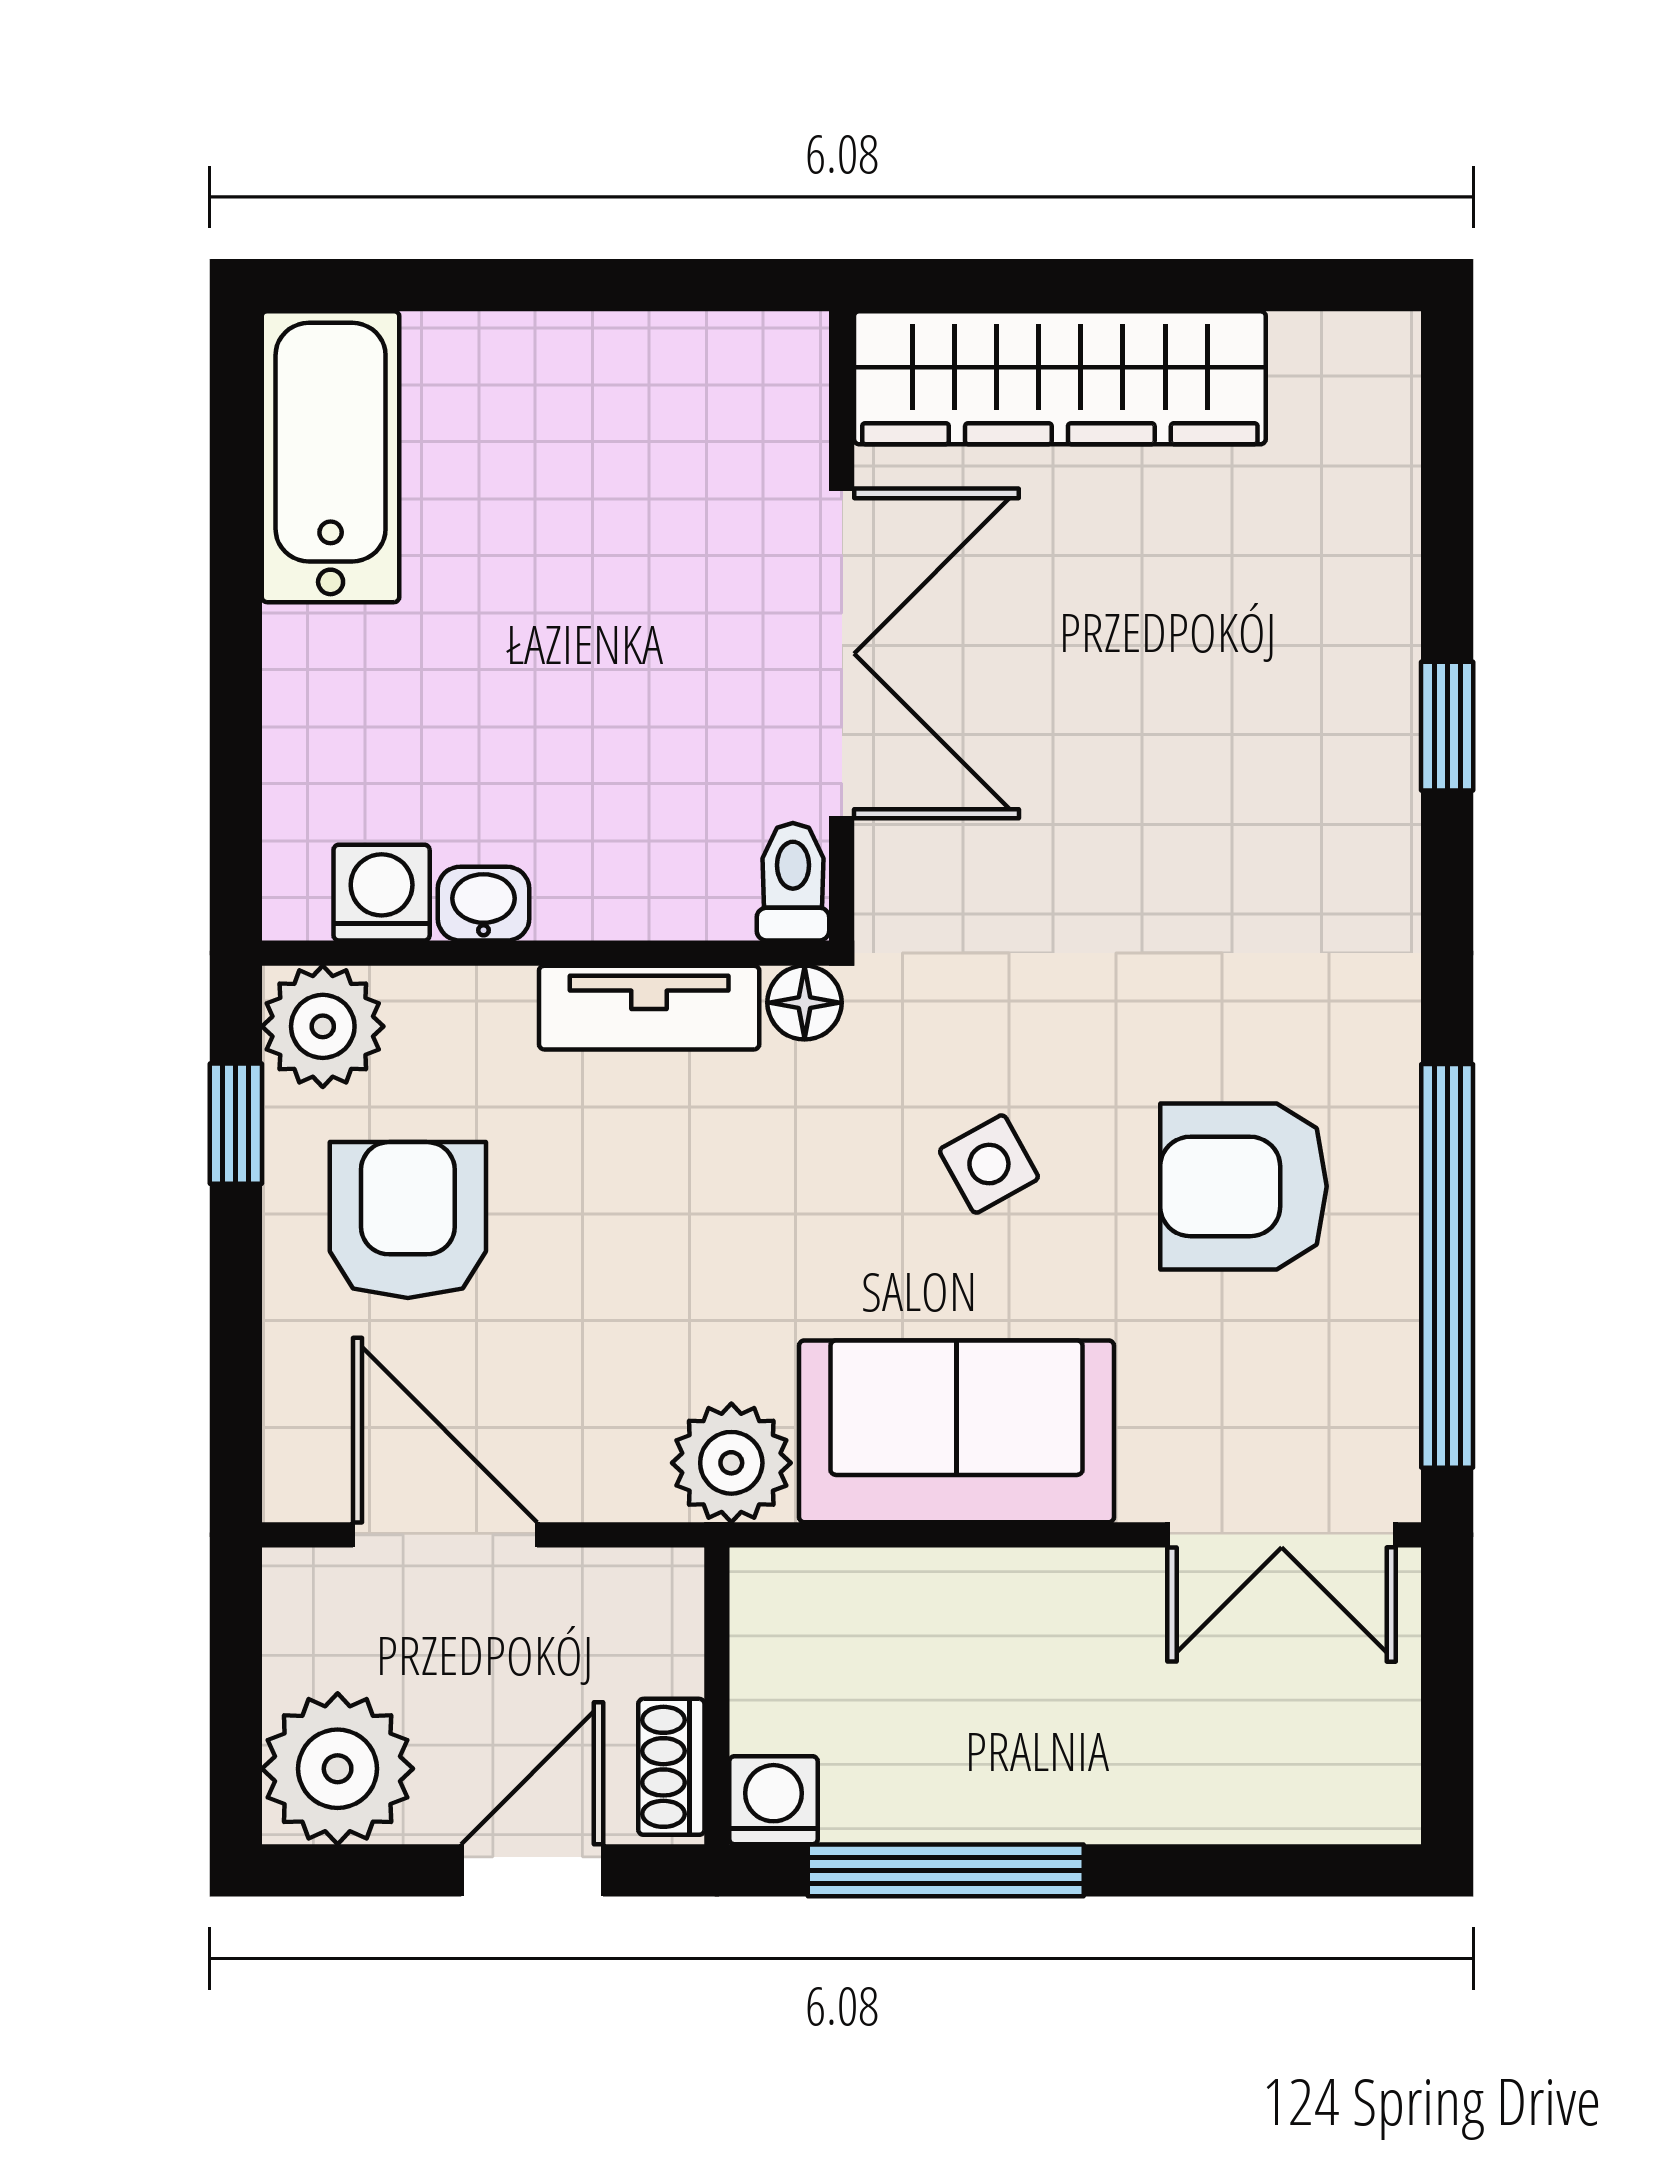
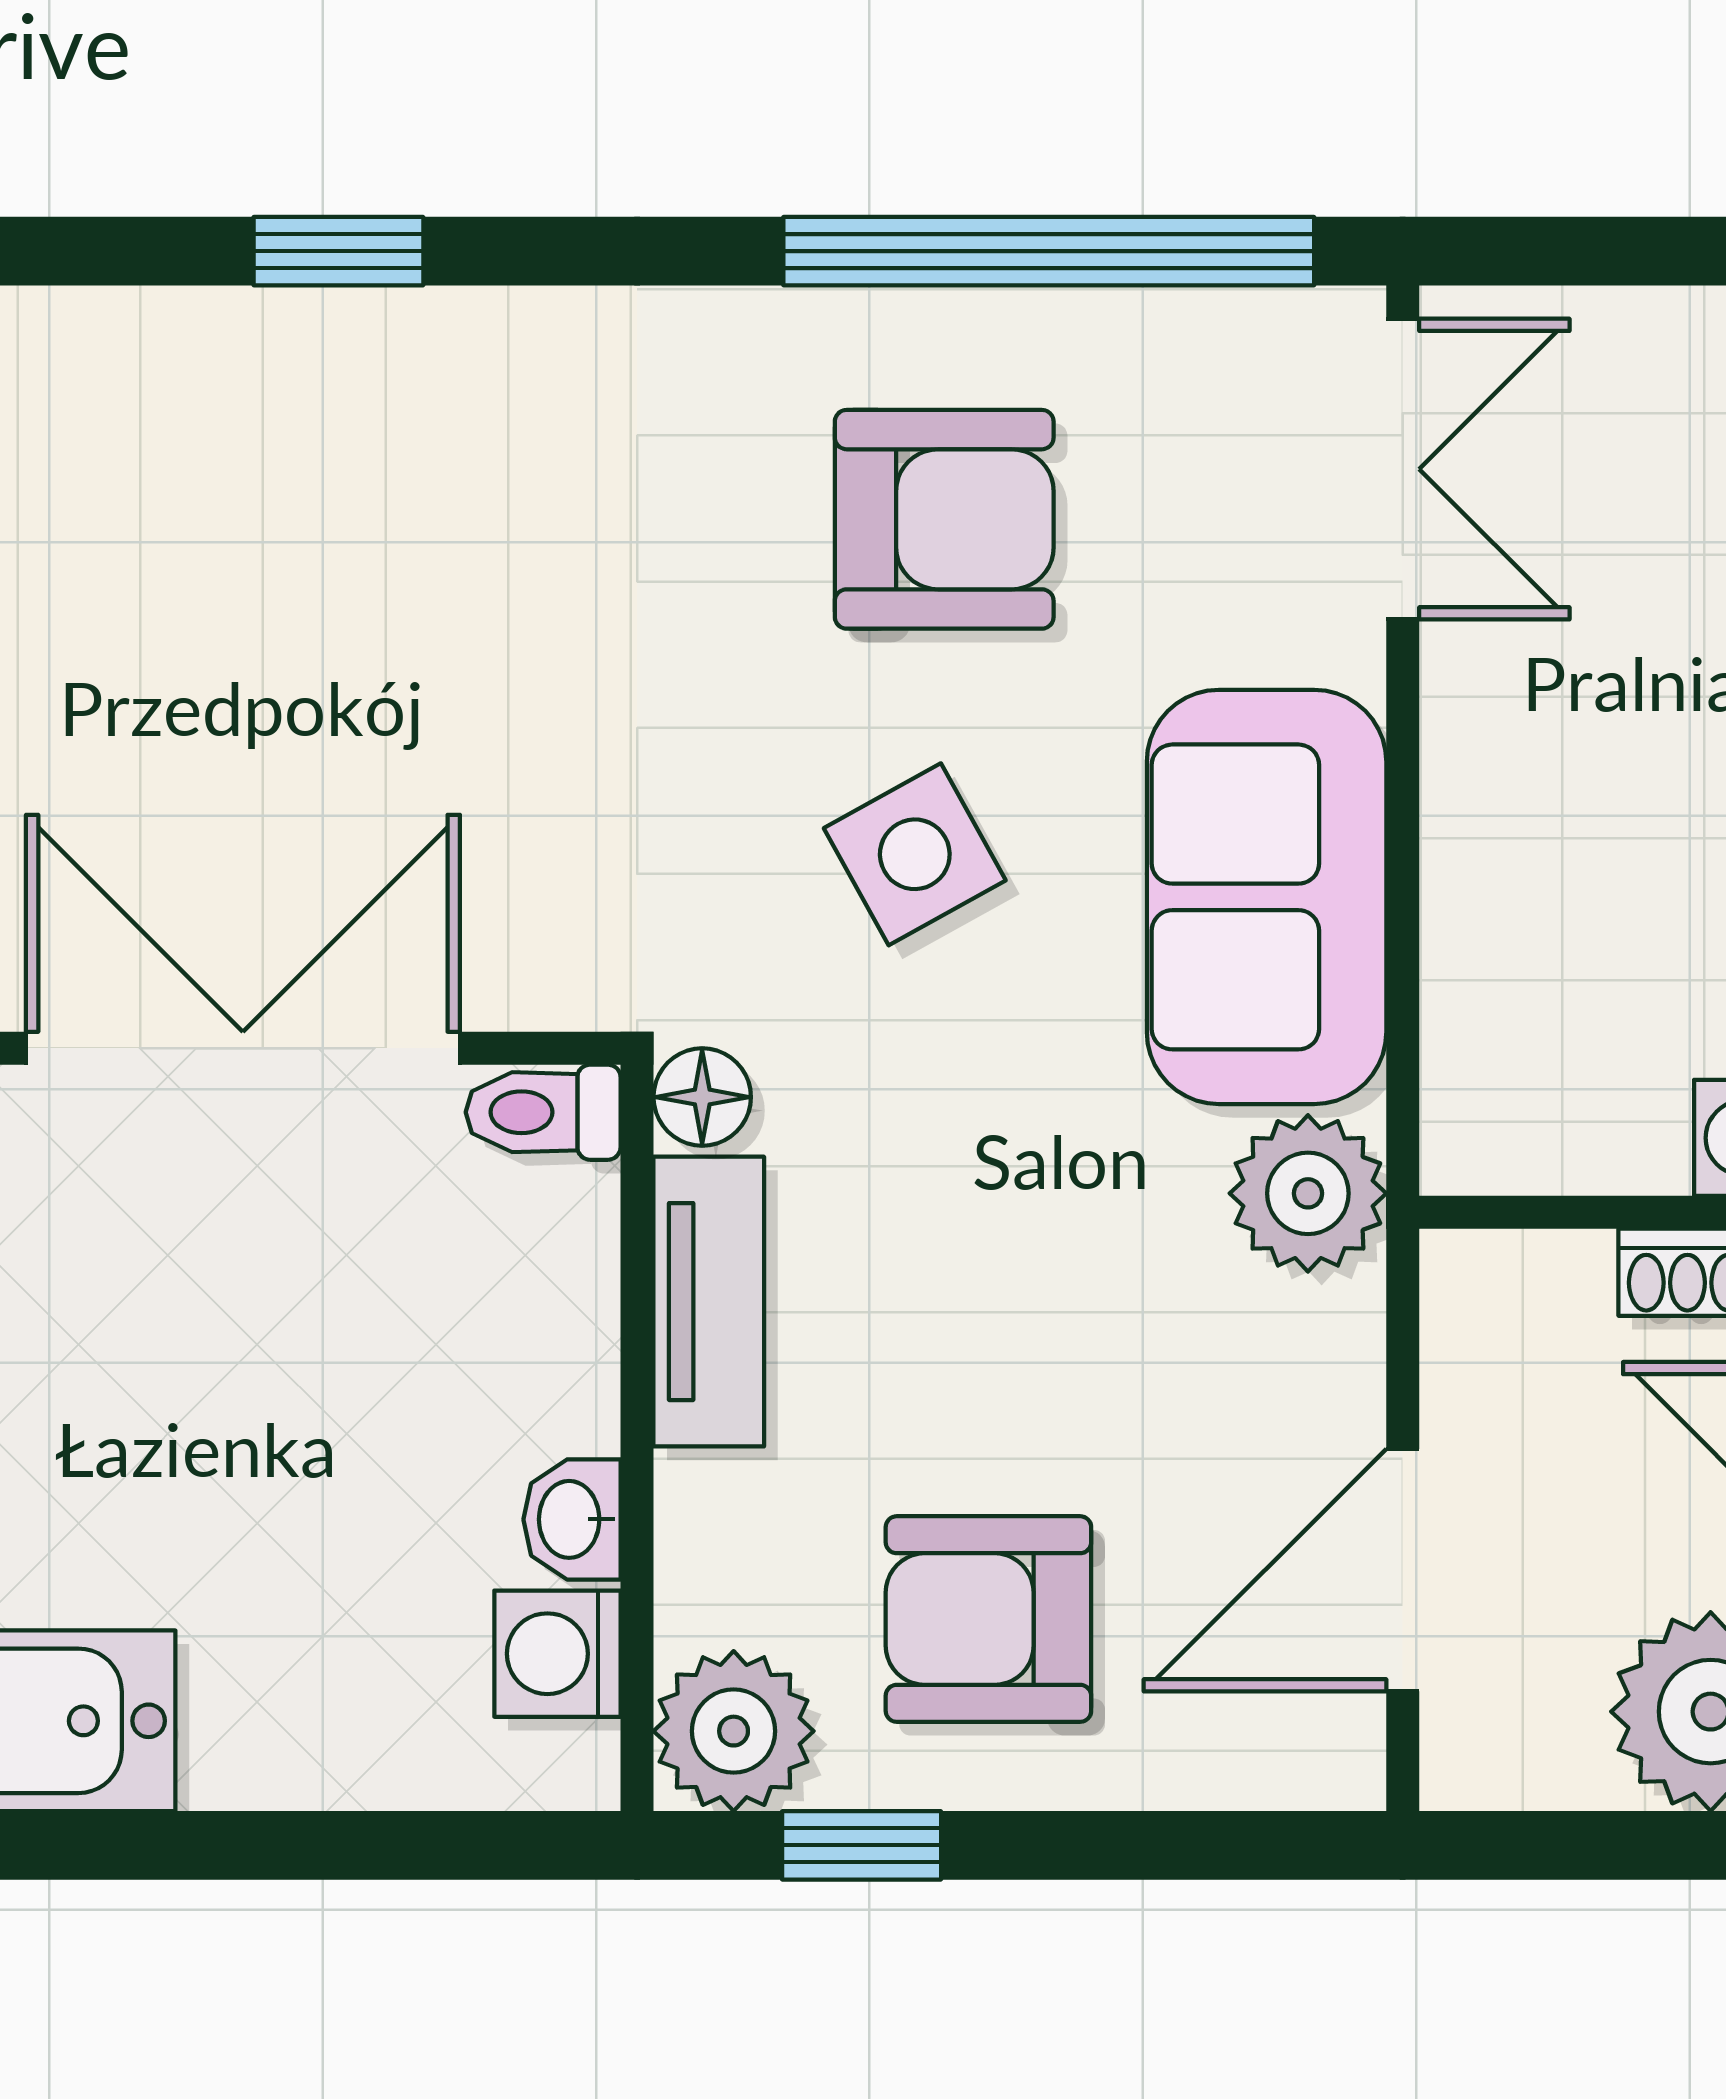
side table: (989, 1164) -> (915, 854), width x1.37, depth x1.37
armchair: (1243, 1186) -> (944, 519), turned -90

